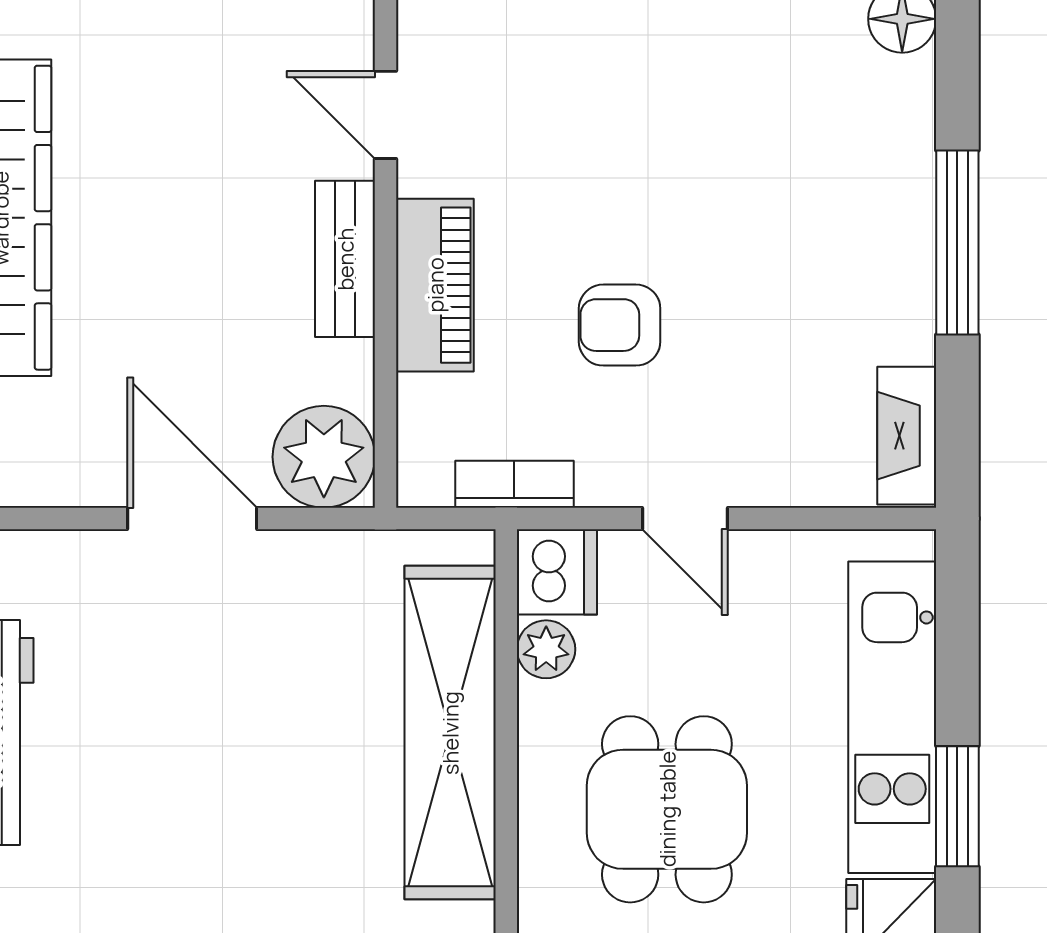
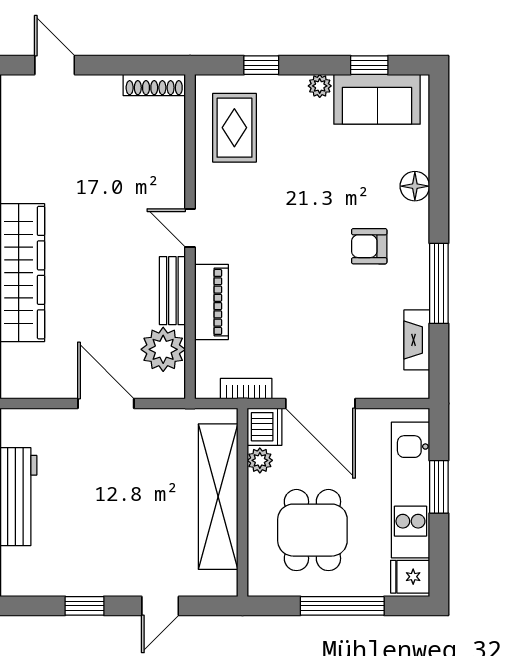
armchair: (620, 325) -> (369, 246), moved
fireplace: (907, 436) -> (417, 340), moved
plant: (324, 457) -> (163, 349), moved
door: (685, 519) -> (320, 404), width x1.88
window: (957, 806) -> (439, 487), moved

